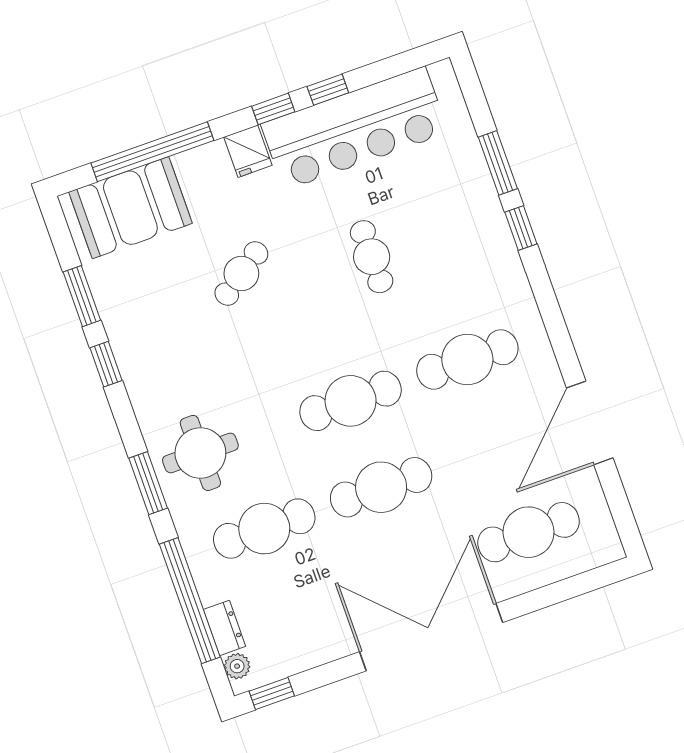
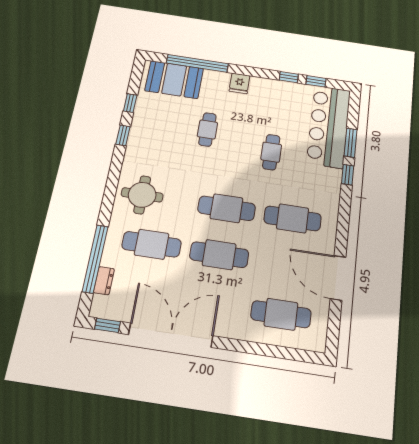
window: (273, 109) -> (316, 81), moved
bar counter: (355, 128) -> (329, 126), moved, turned 90
cafe table: (241, 274) -> (207, 129), turned -55
window: (82, 296) -> (130, 103), width x0.67
door: (590, 423) -> (338, 278), hinge flipped
window: (148, 483) -> (109, 195), removed
double door: (431, 637) -> (171, 335), moved
plant: (237, 666) -> (99, 302), removed

